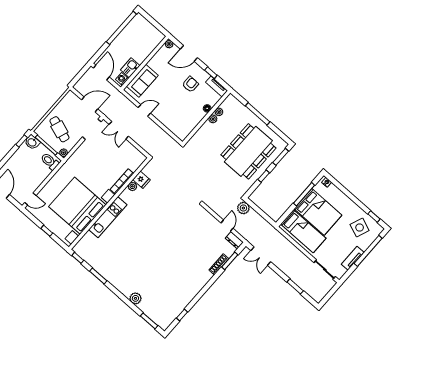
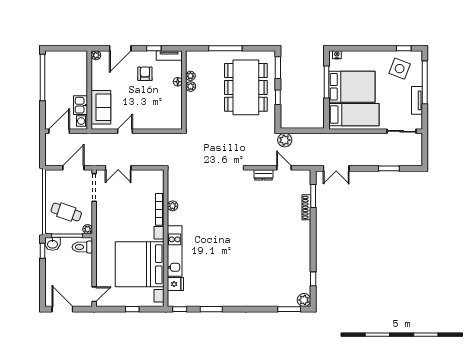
door: (101, 73) -> (59, 131), hinge flipped
fridge: (142, 180) -> (175, 284), moved
dresser: (234, 240) -> (263, 175), moved
plant: (135, 298) -> (304, 300), moved

